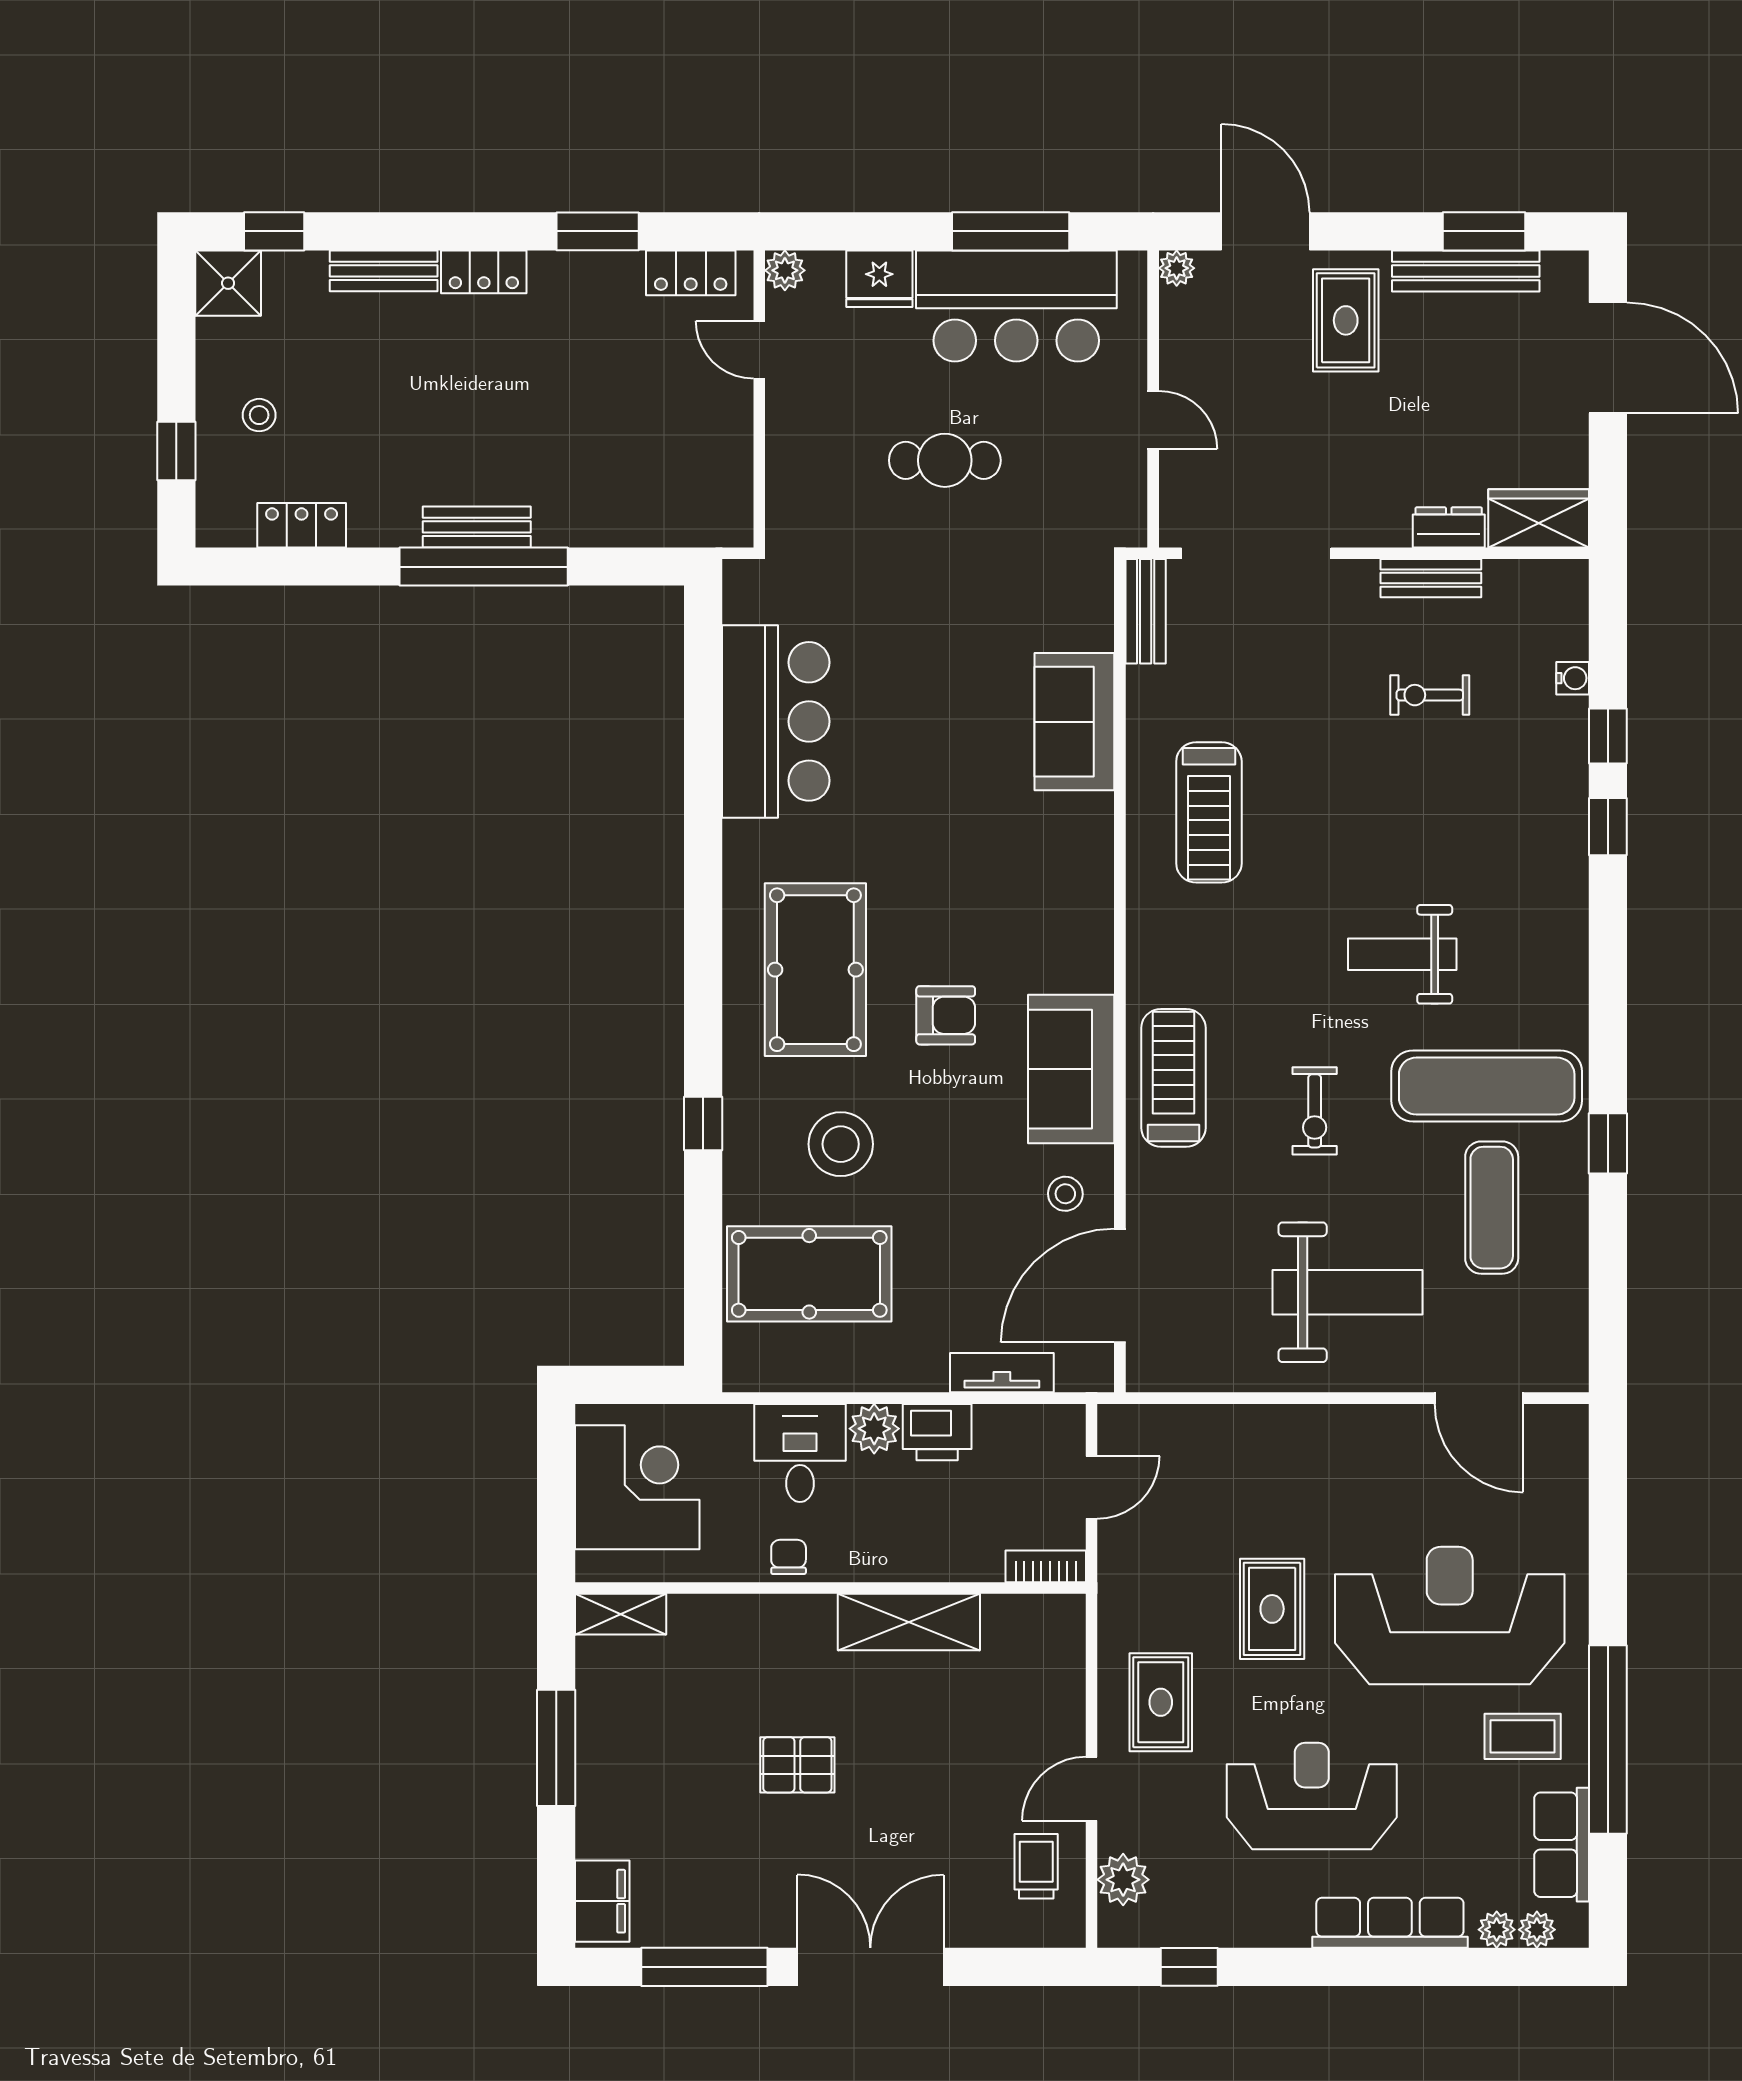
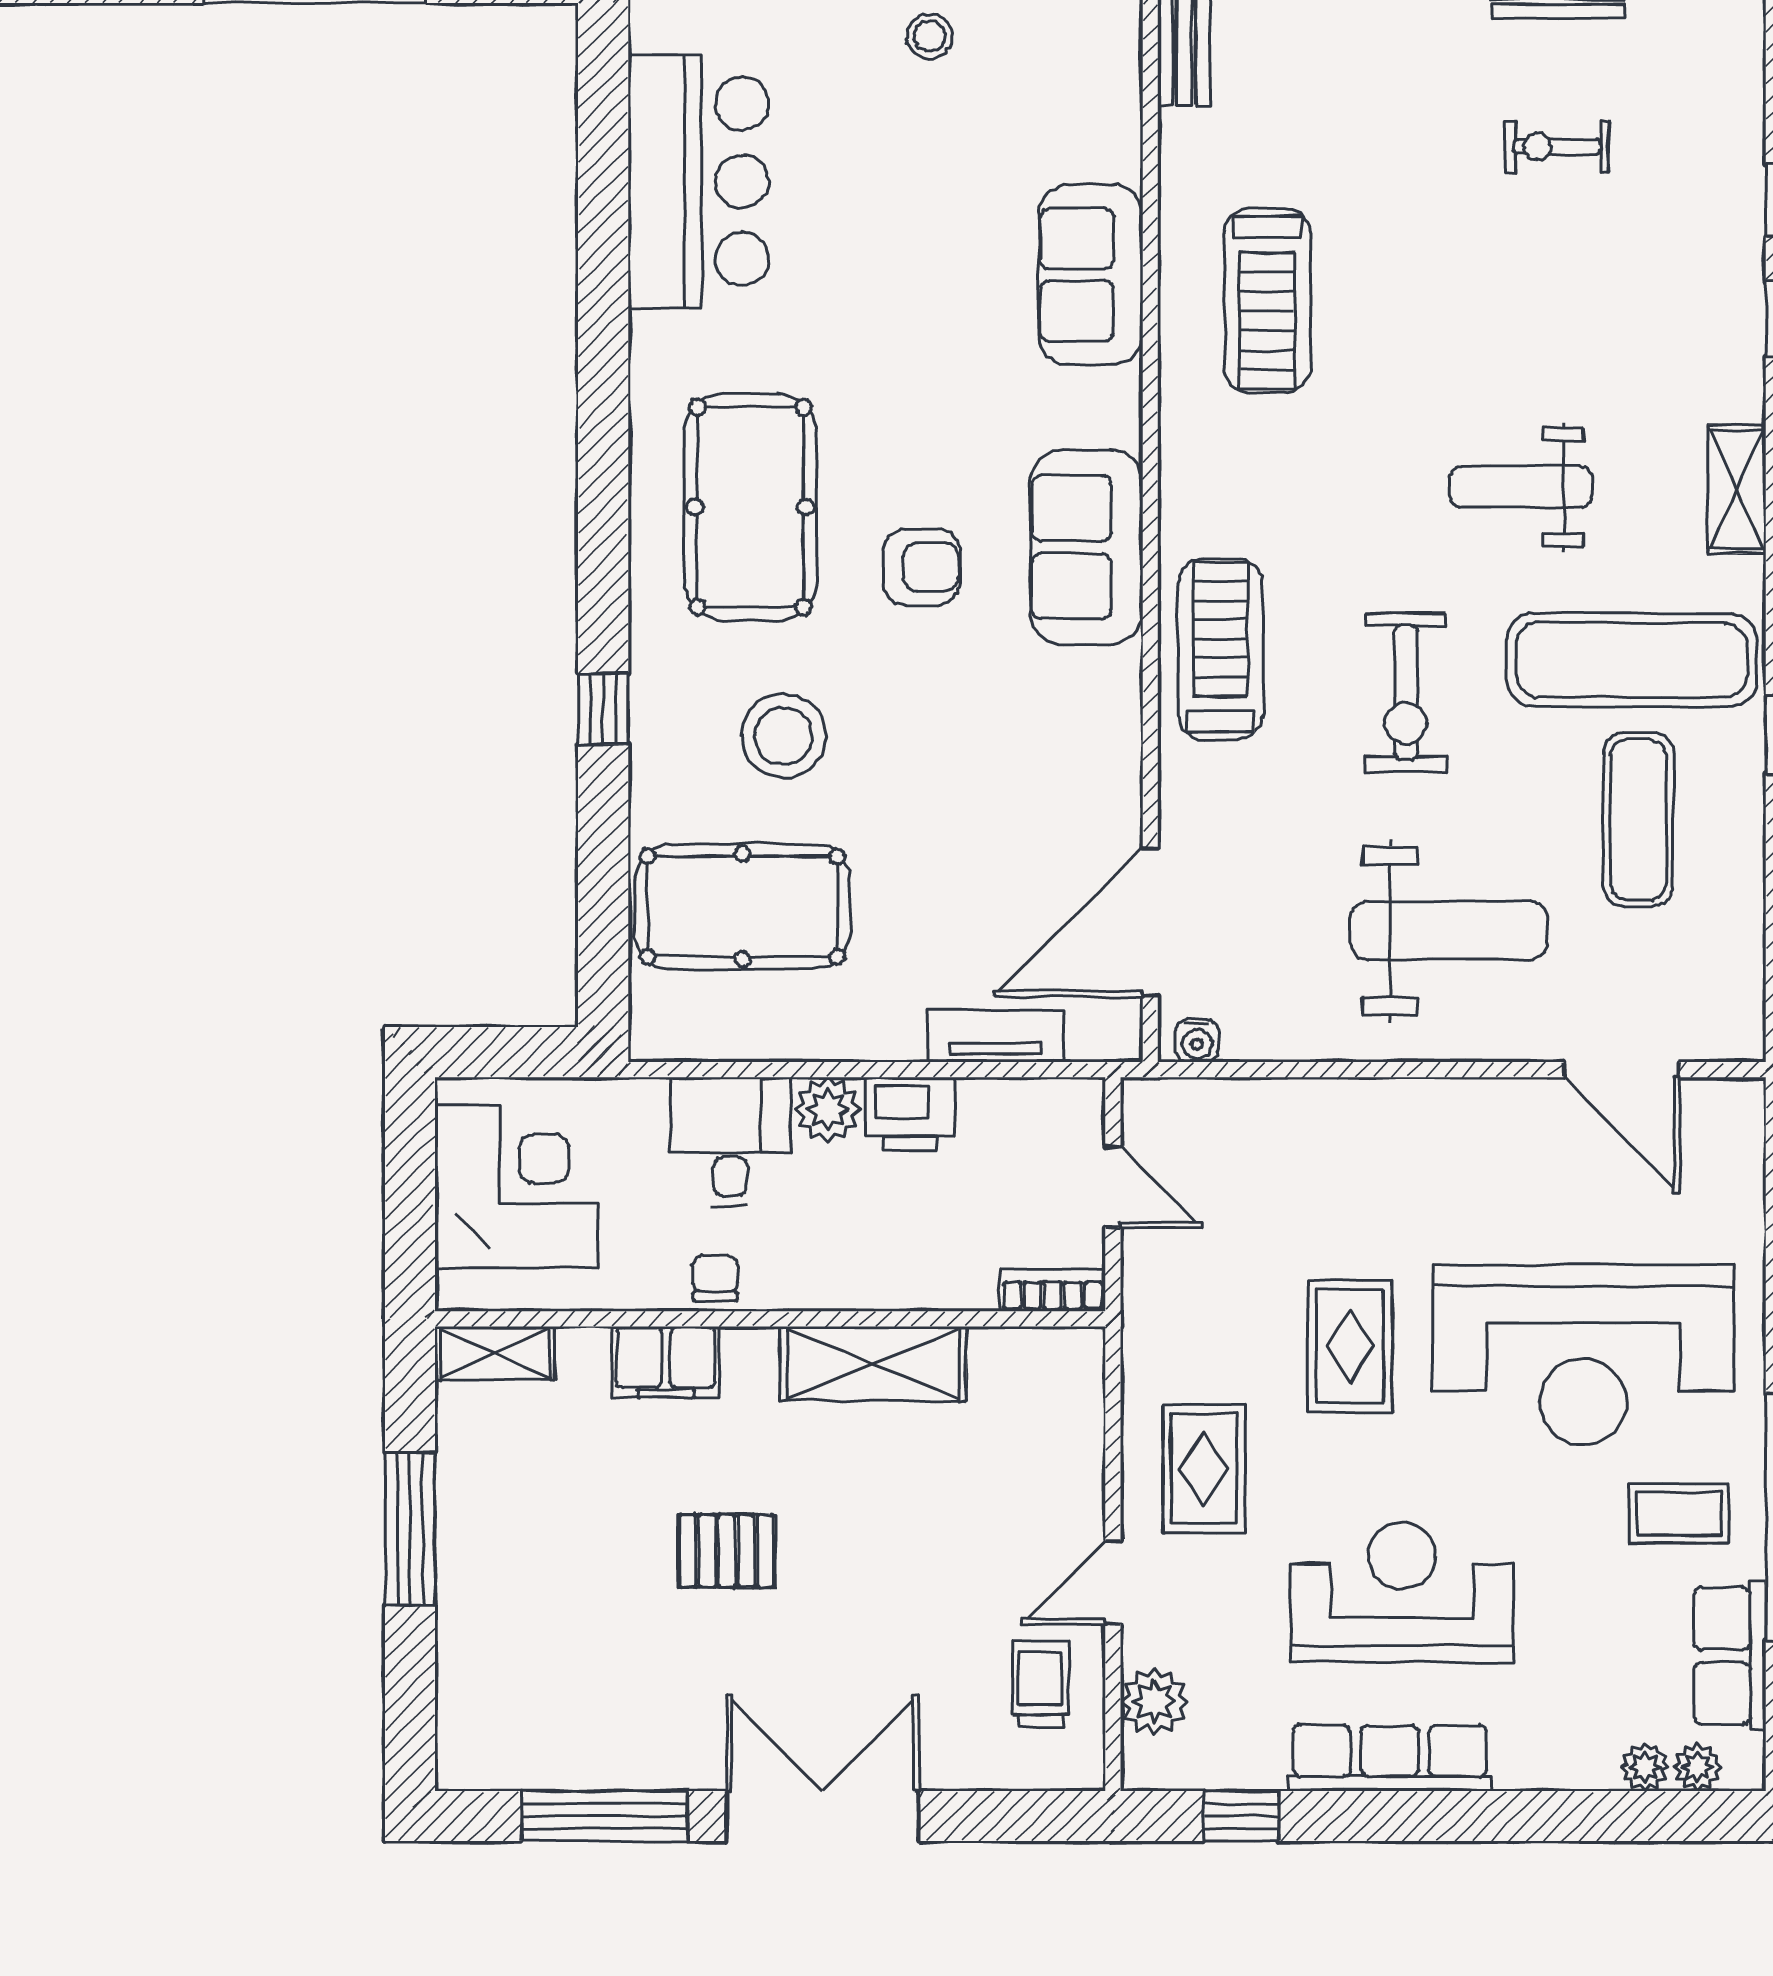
water cooler: (1573, 678) -> (1197, 1041), moved, turned 90
sofa: (1074, 722) -> (1091, 275), moved
shelving: (1567, 956) -> (1737, 489), added
sofa: (1071, 1069) -> (1086, 547), moved
exercise bike: (1315, 1111) -> (1406, 692), width x1.38, depth x1.39
stool: (1065, 1194) -> (929, 36), moved
door: (1091, 1487) -> (1113, 1187), hinge flipped
reception desk: (1450, 1616) -> (1583, 1355), turned 180
filing cabinet: (602, 1901) -> (666, 1362), moved, turned 90
row of seats: (1390, 1923) -> (1390, 1758), moved

